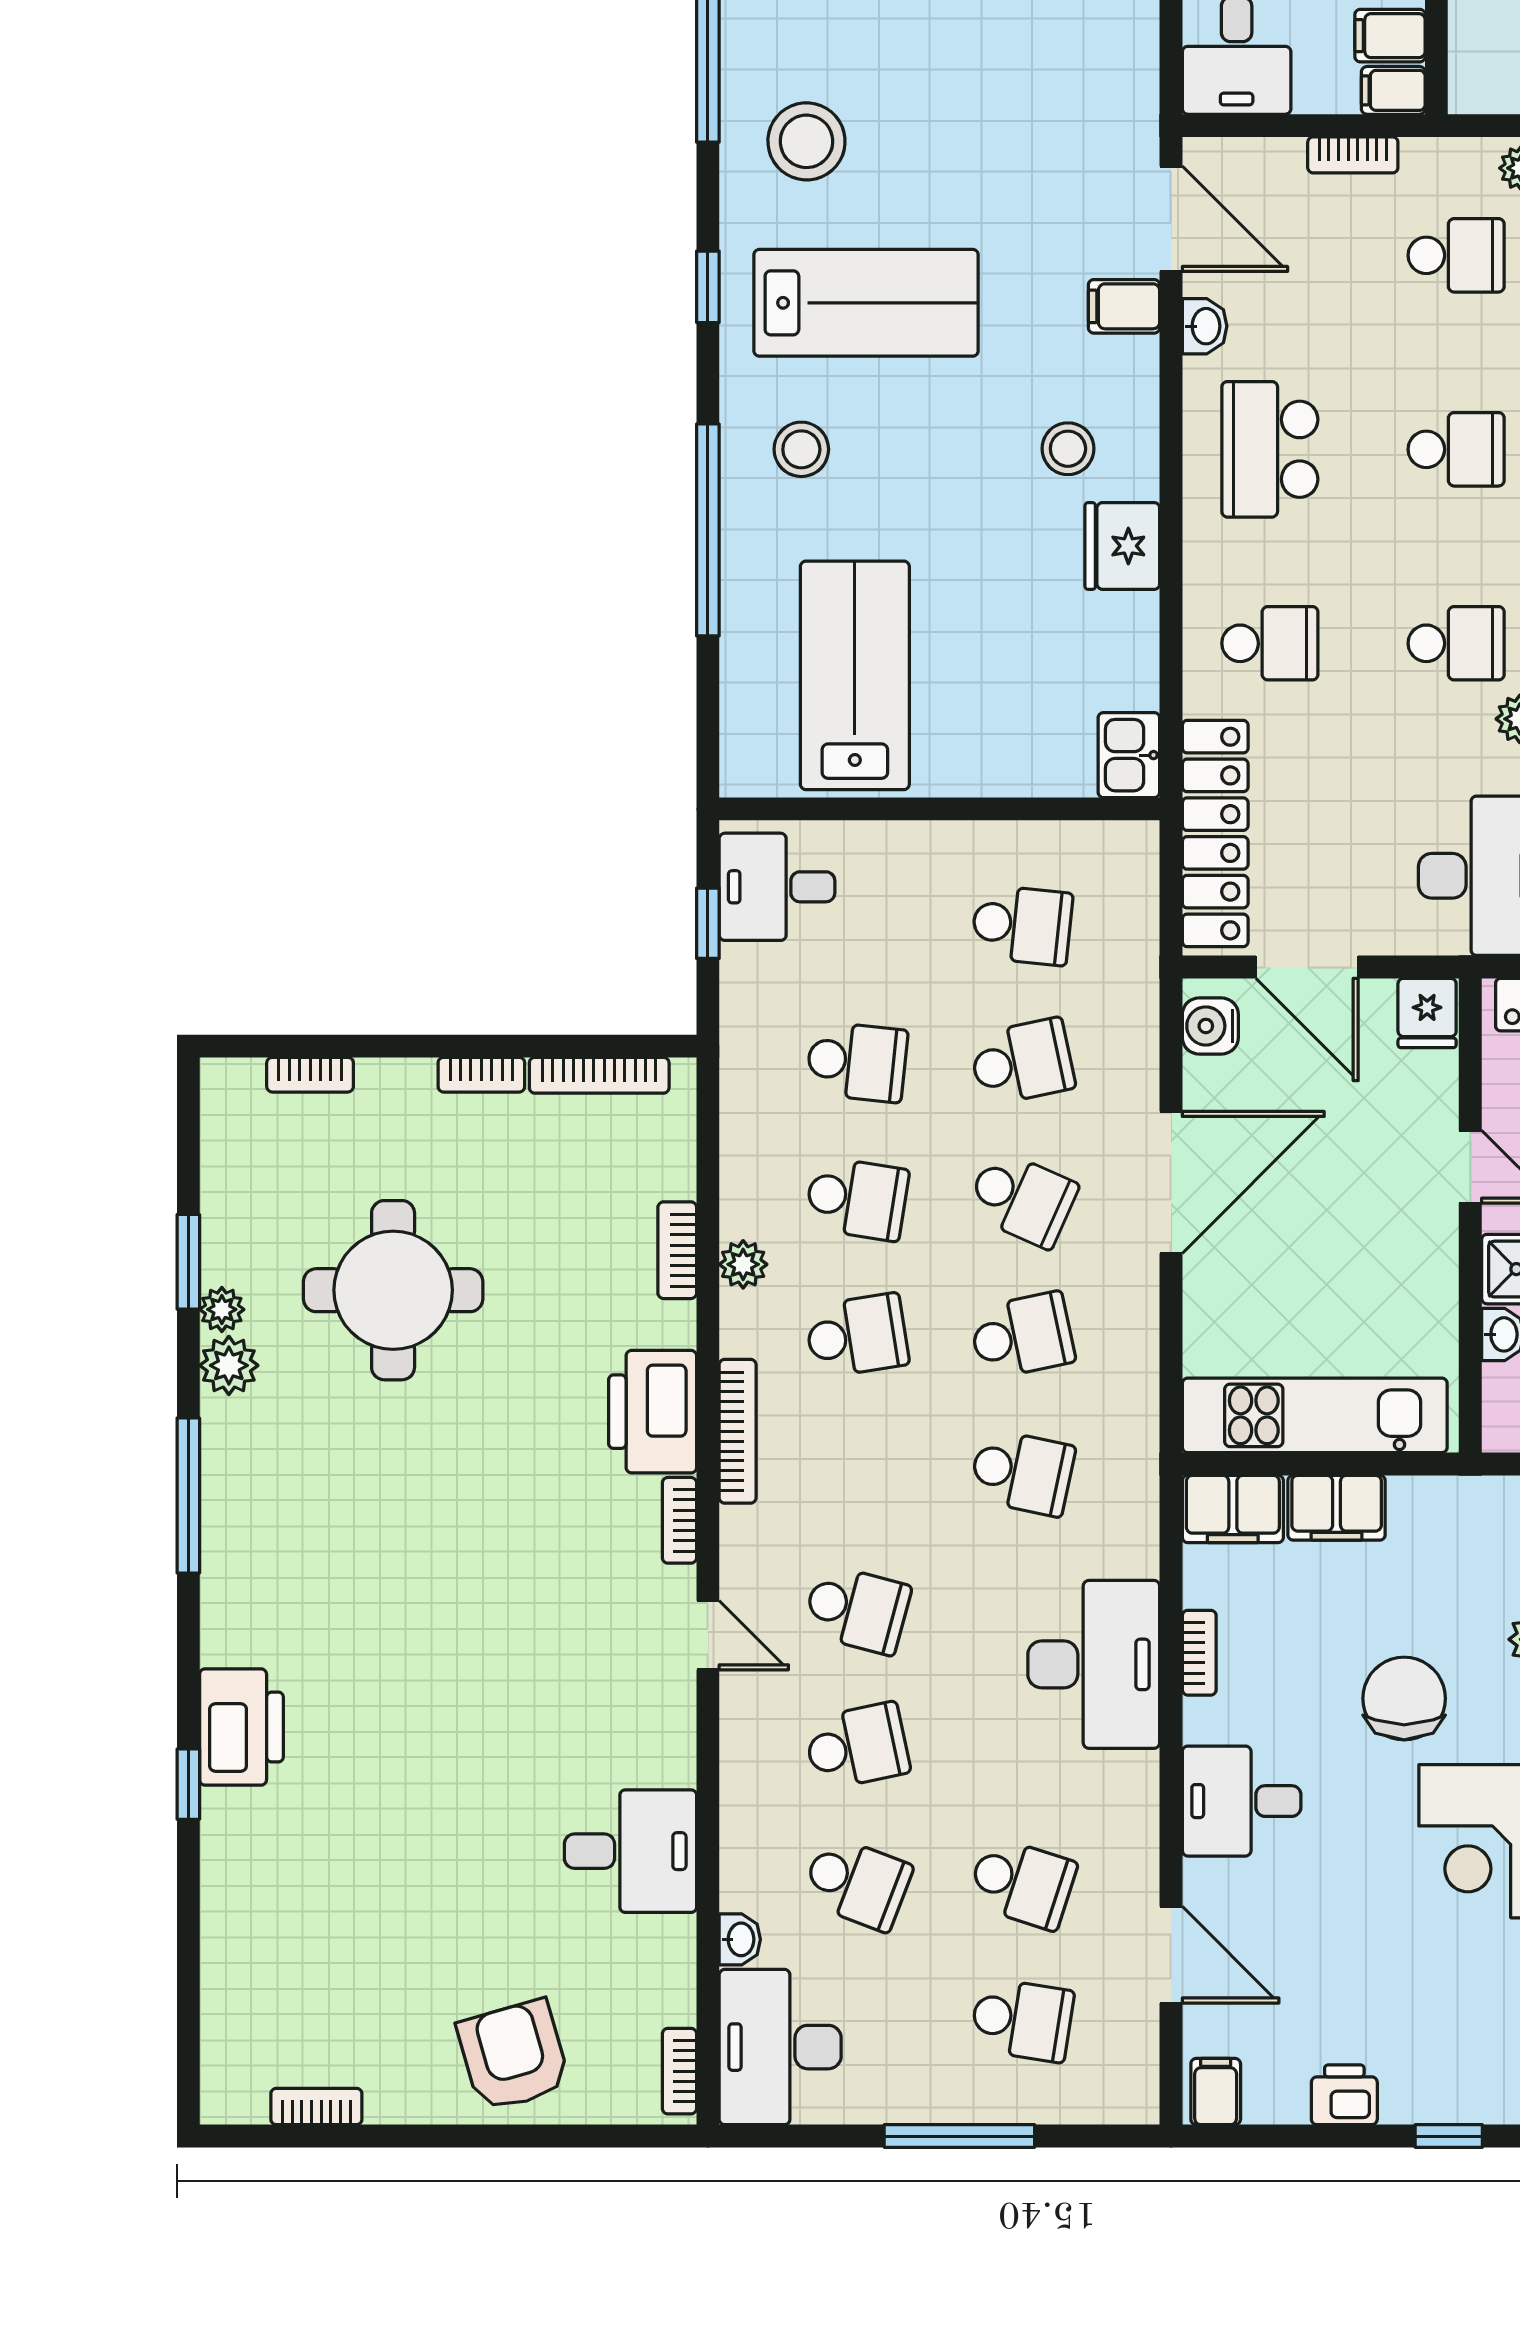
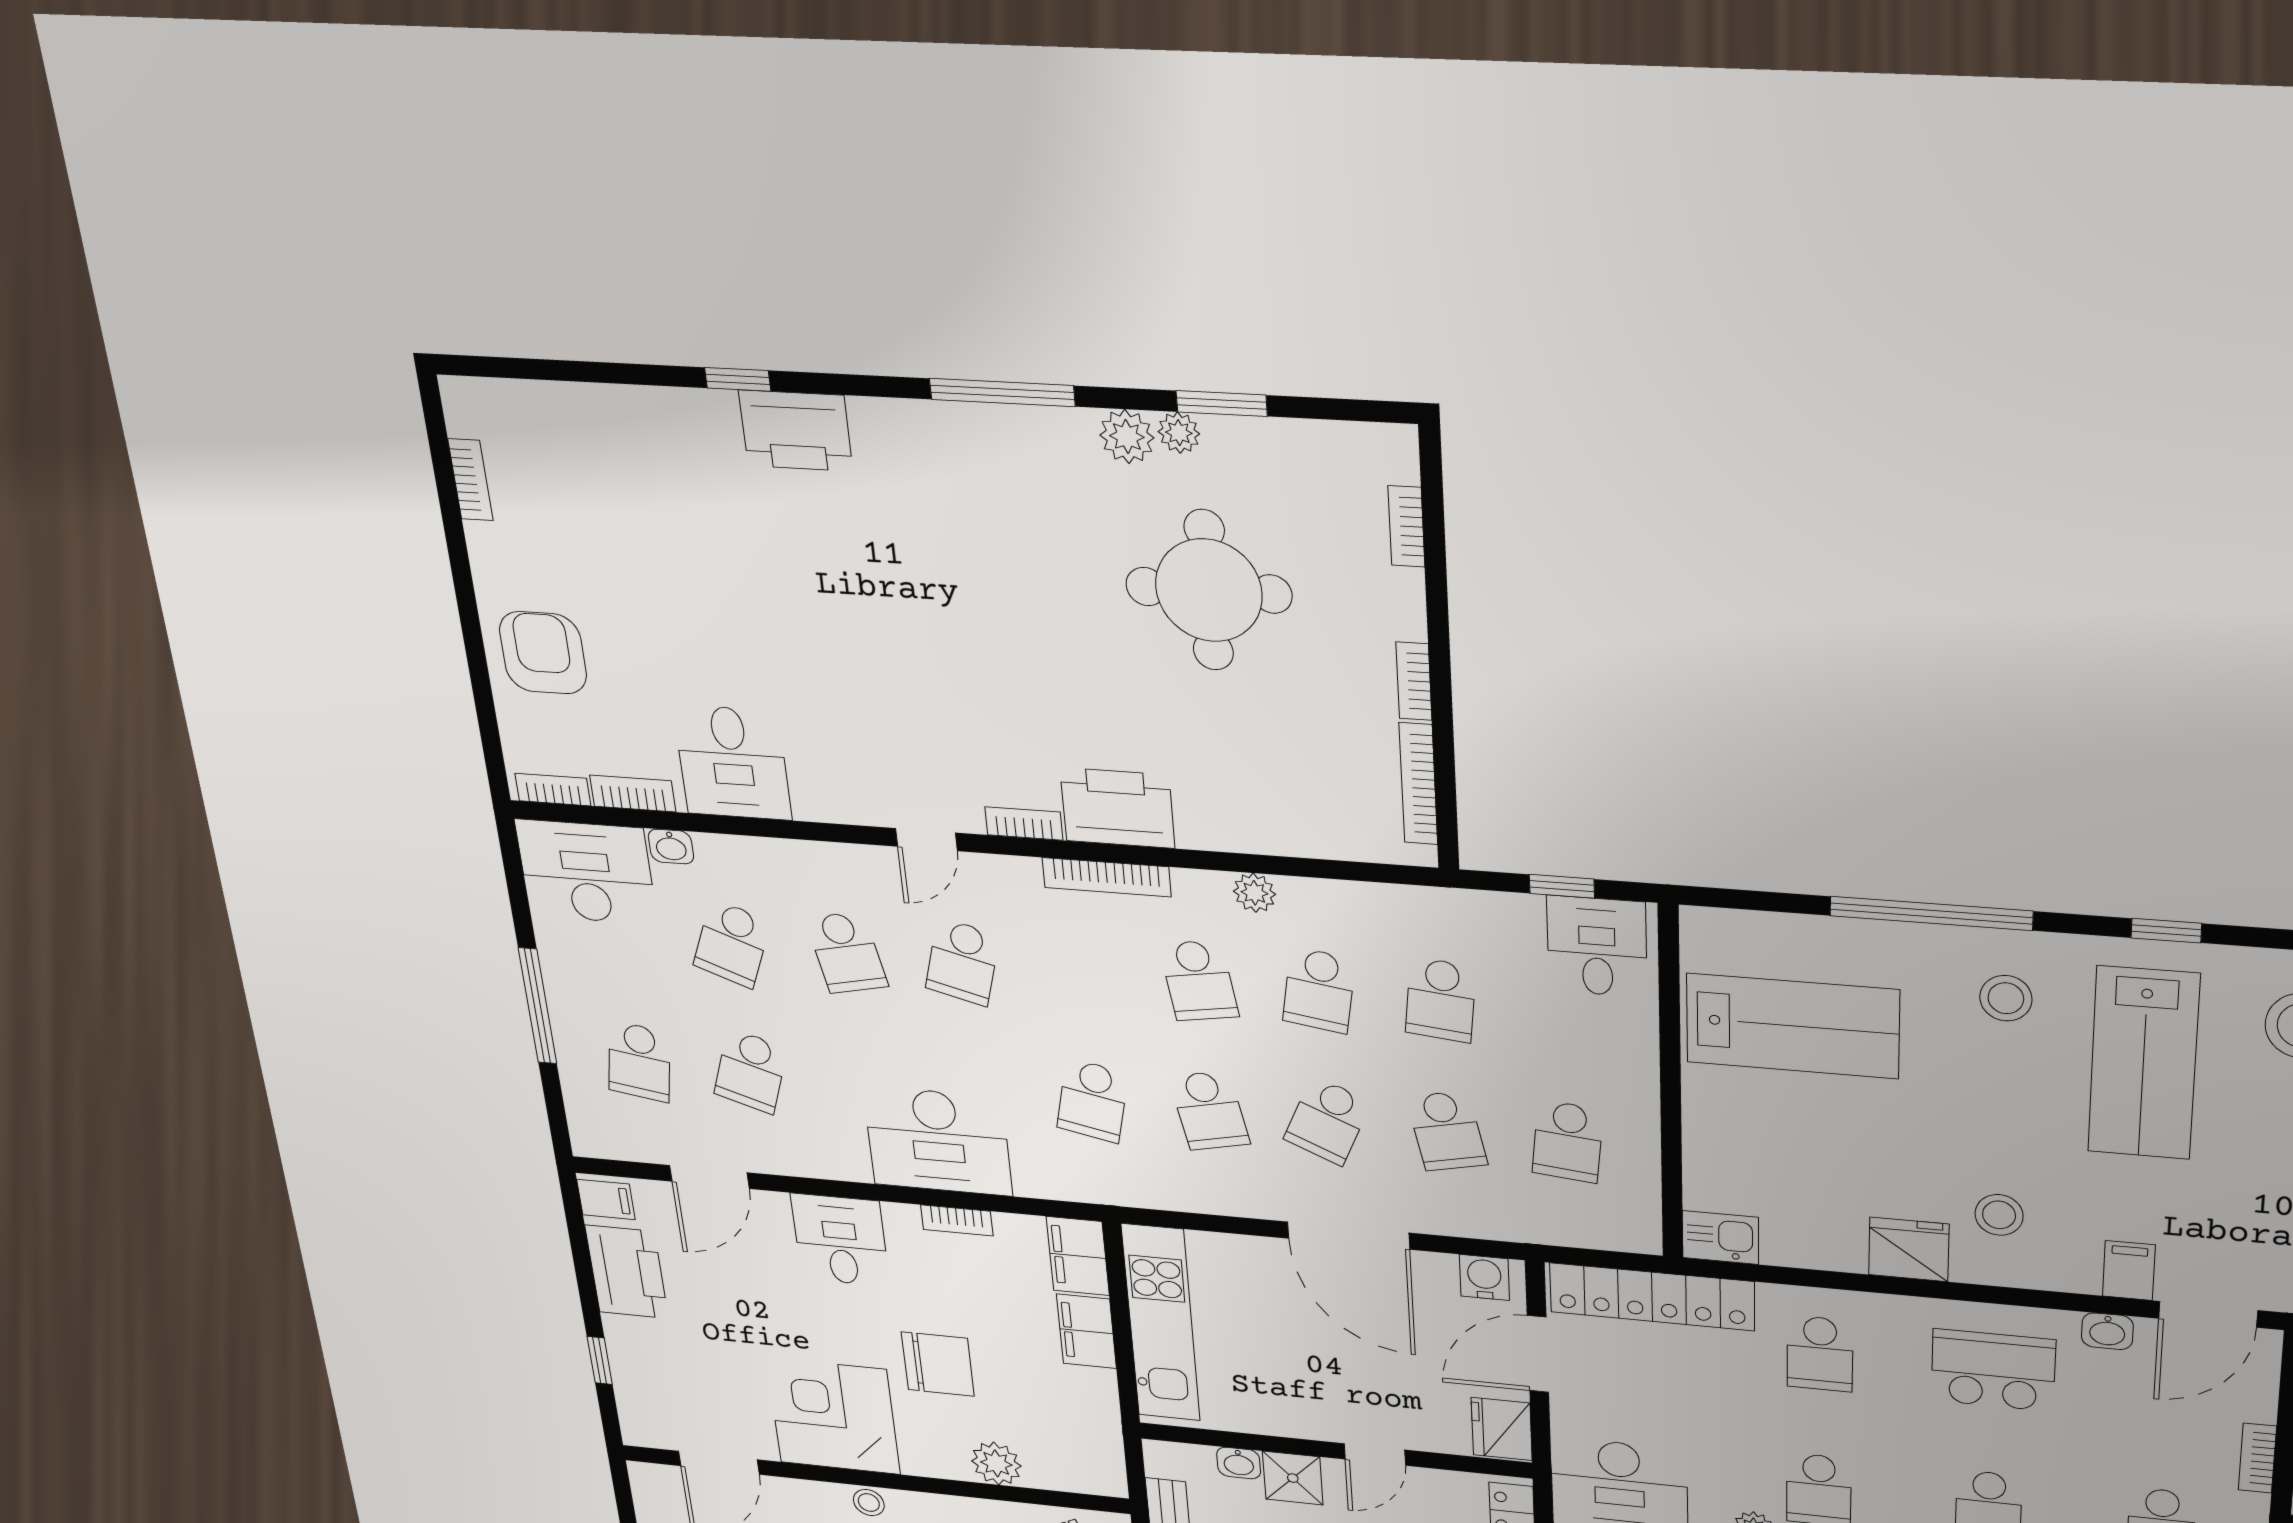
fridge: (1427, 1013) -> (1502, 1429), width x1.38
bookcase: (677, 1250) -> (633, 793), moved
armchair: (514, 2055) -> (543, 653), turned -74
printer: (1344, 2095) -> (627, 1272), width x1.87, depth x1.48

